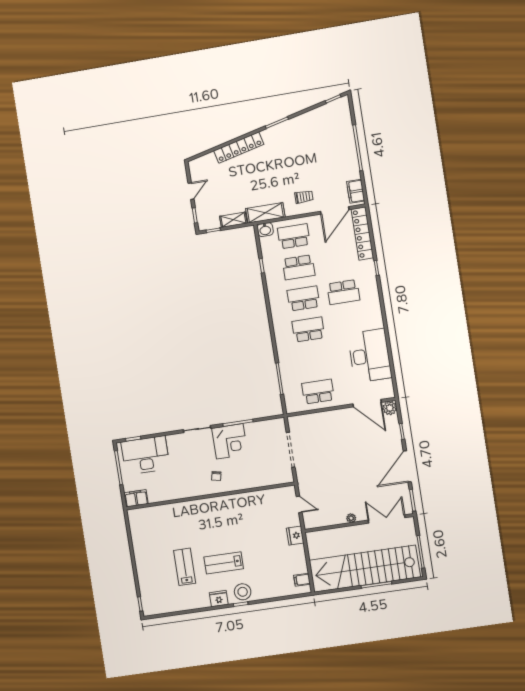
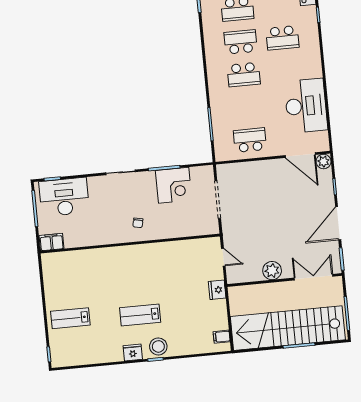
school desk: (308, 329) -> (244, 75), turned 180
corner desk: (230, 441) -> (174, 185), moved
plant: (351, 518) -> (272, 271), width x1.88, depth x1.88
lab bench: (185, 567) -> (70, 318), moved, turned -90

